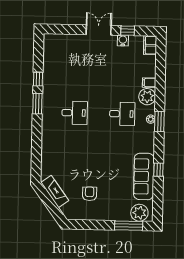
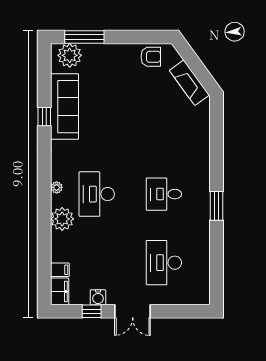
desk: (76, 64) -> (164, 263), added
window: (38, 79) -> (216, 240), removed
filing cabinet: (149, 83) -> (60, 270), moved
desk: (122, 114) -> (97, 194), width x1.37
window: (159, 121) -> (44, 184), removed
armchair: (90, 194) -> (151, 57), moved, turned -90

